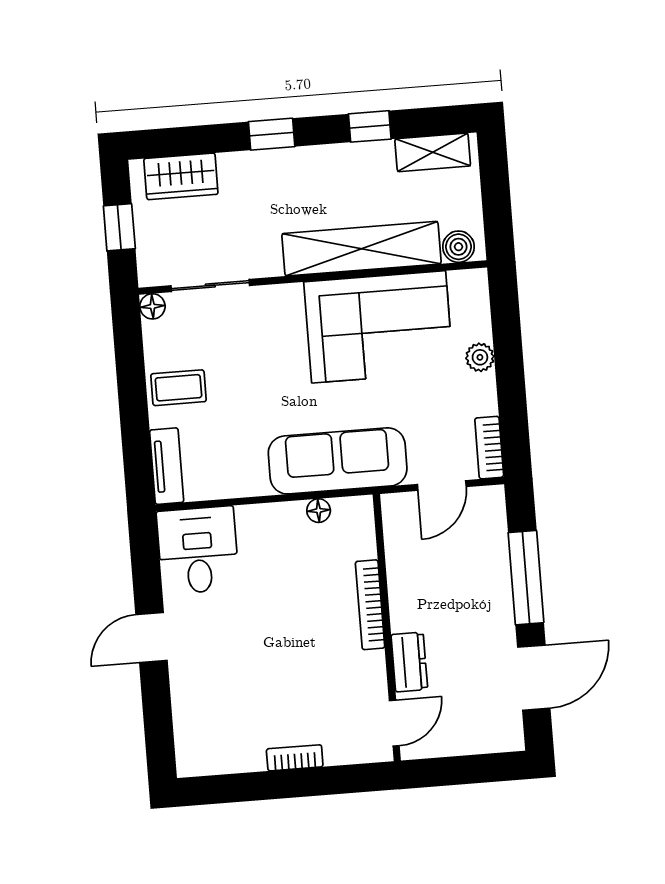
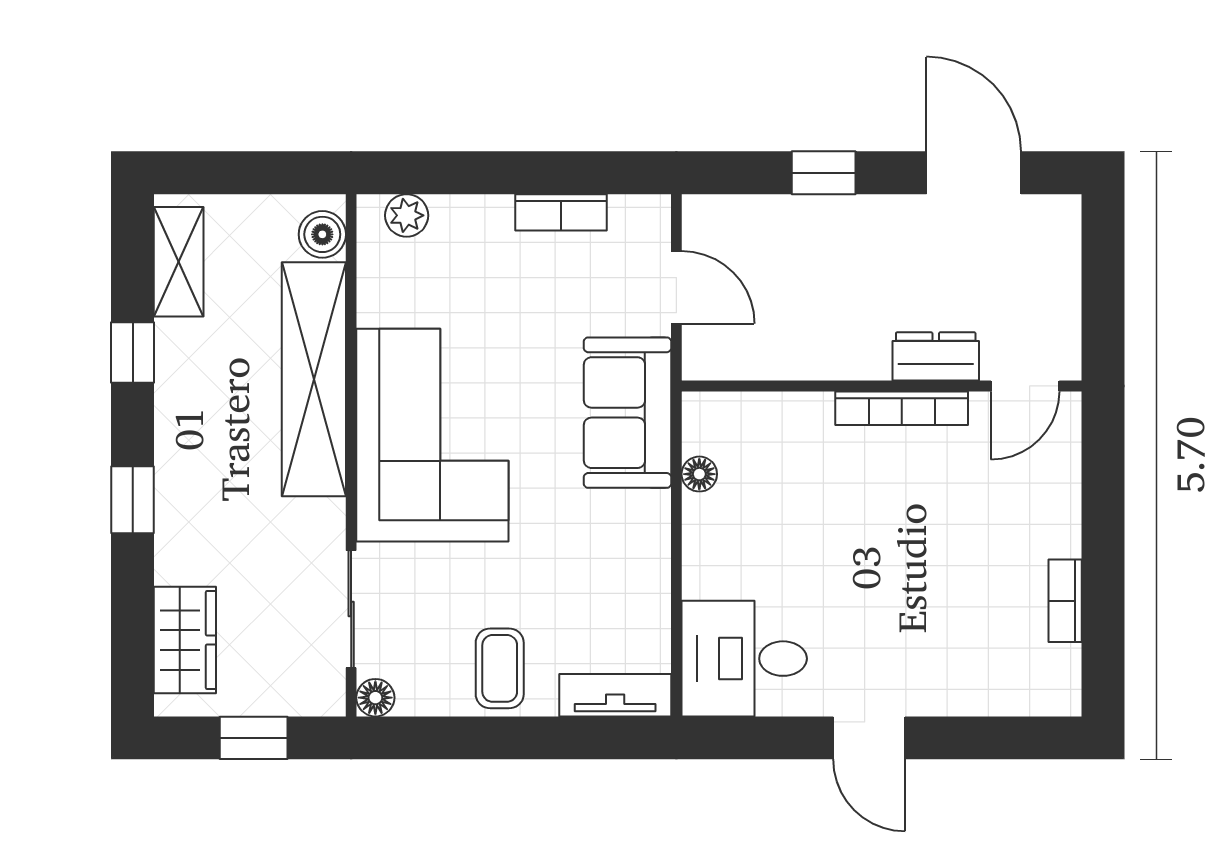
corner sofa: (379, 327) -> (432, 435), moved
plant: (480, 357) -> (407, 215), moved
bookcase: (489, 448) -> (561, 212), moved
sofa: (338, 461) -> (627, 413), width x0.73
window: (526, 578) -> (824, 173), width x0.46
bookcase: (370, 605) -> (902, 408), moved
door: (394, 723) -> (1025, 386), swing flipped
bookcase: (295, 758) -> (1065, 601), moved

